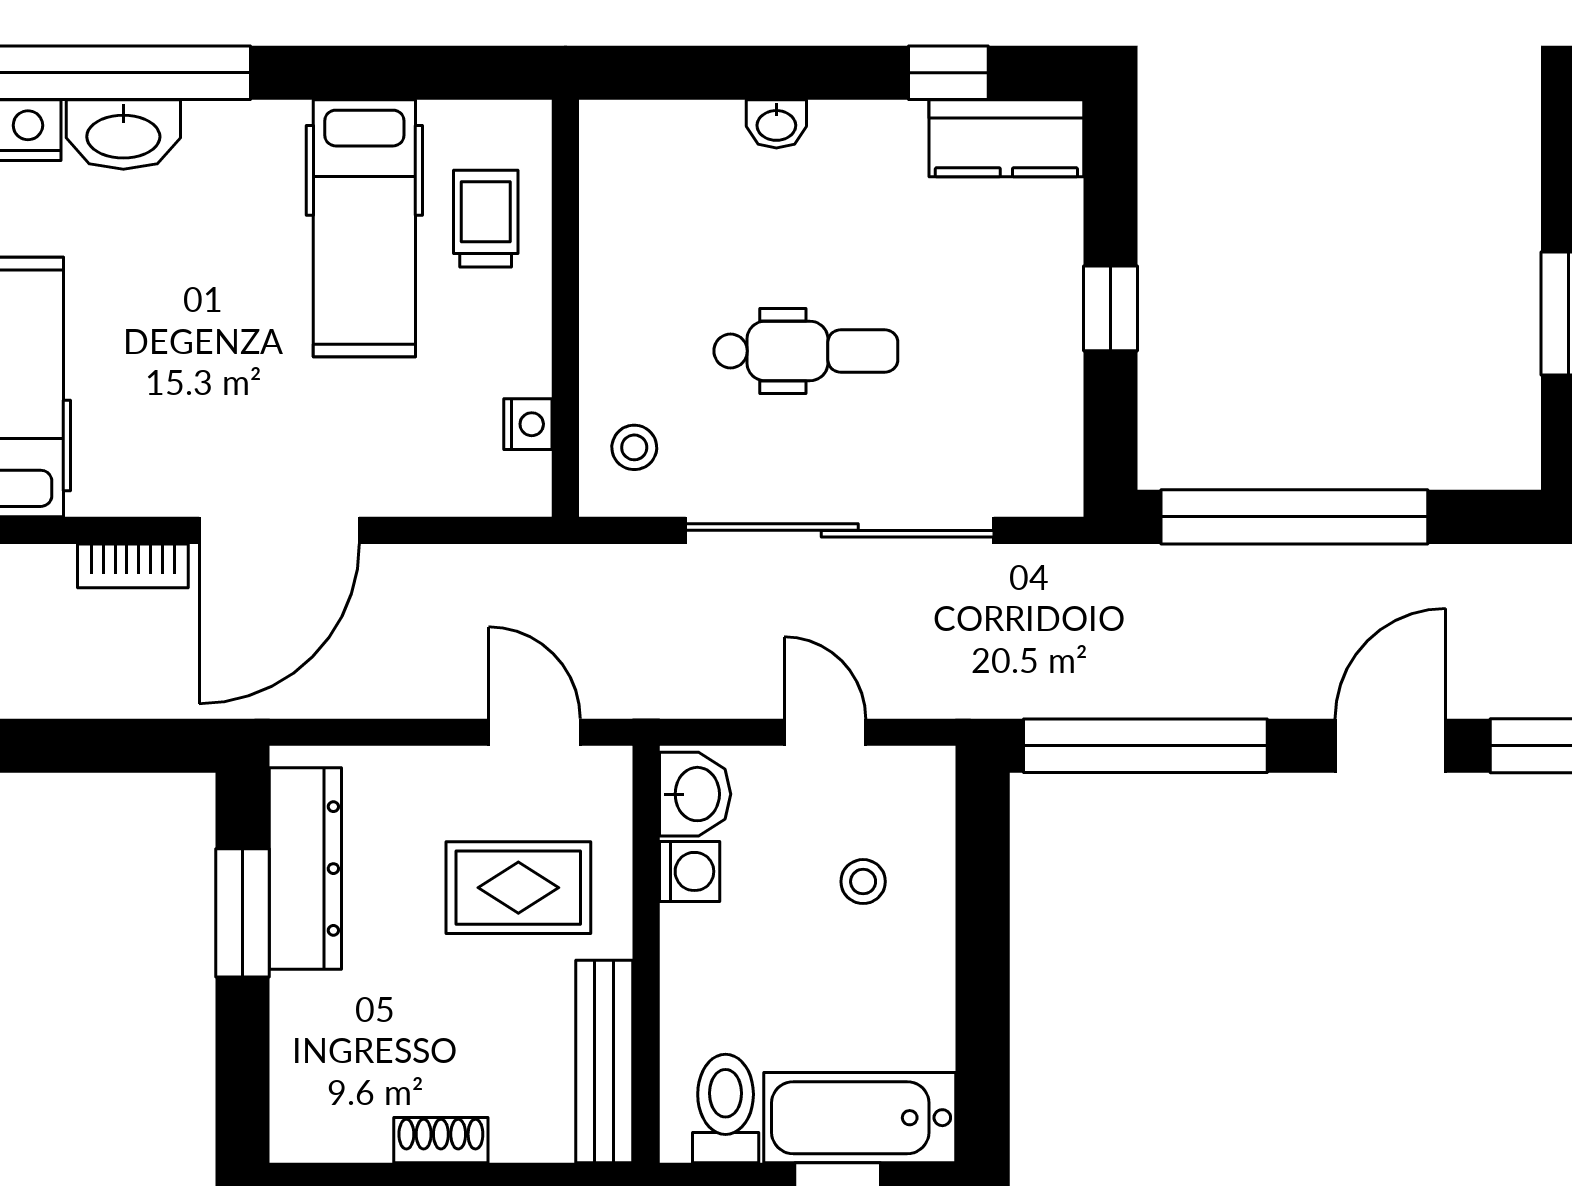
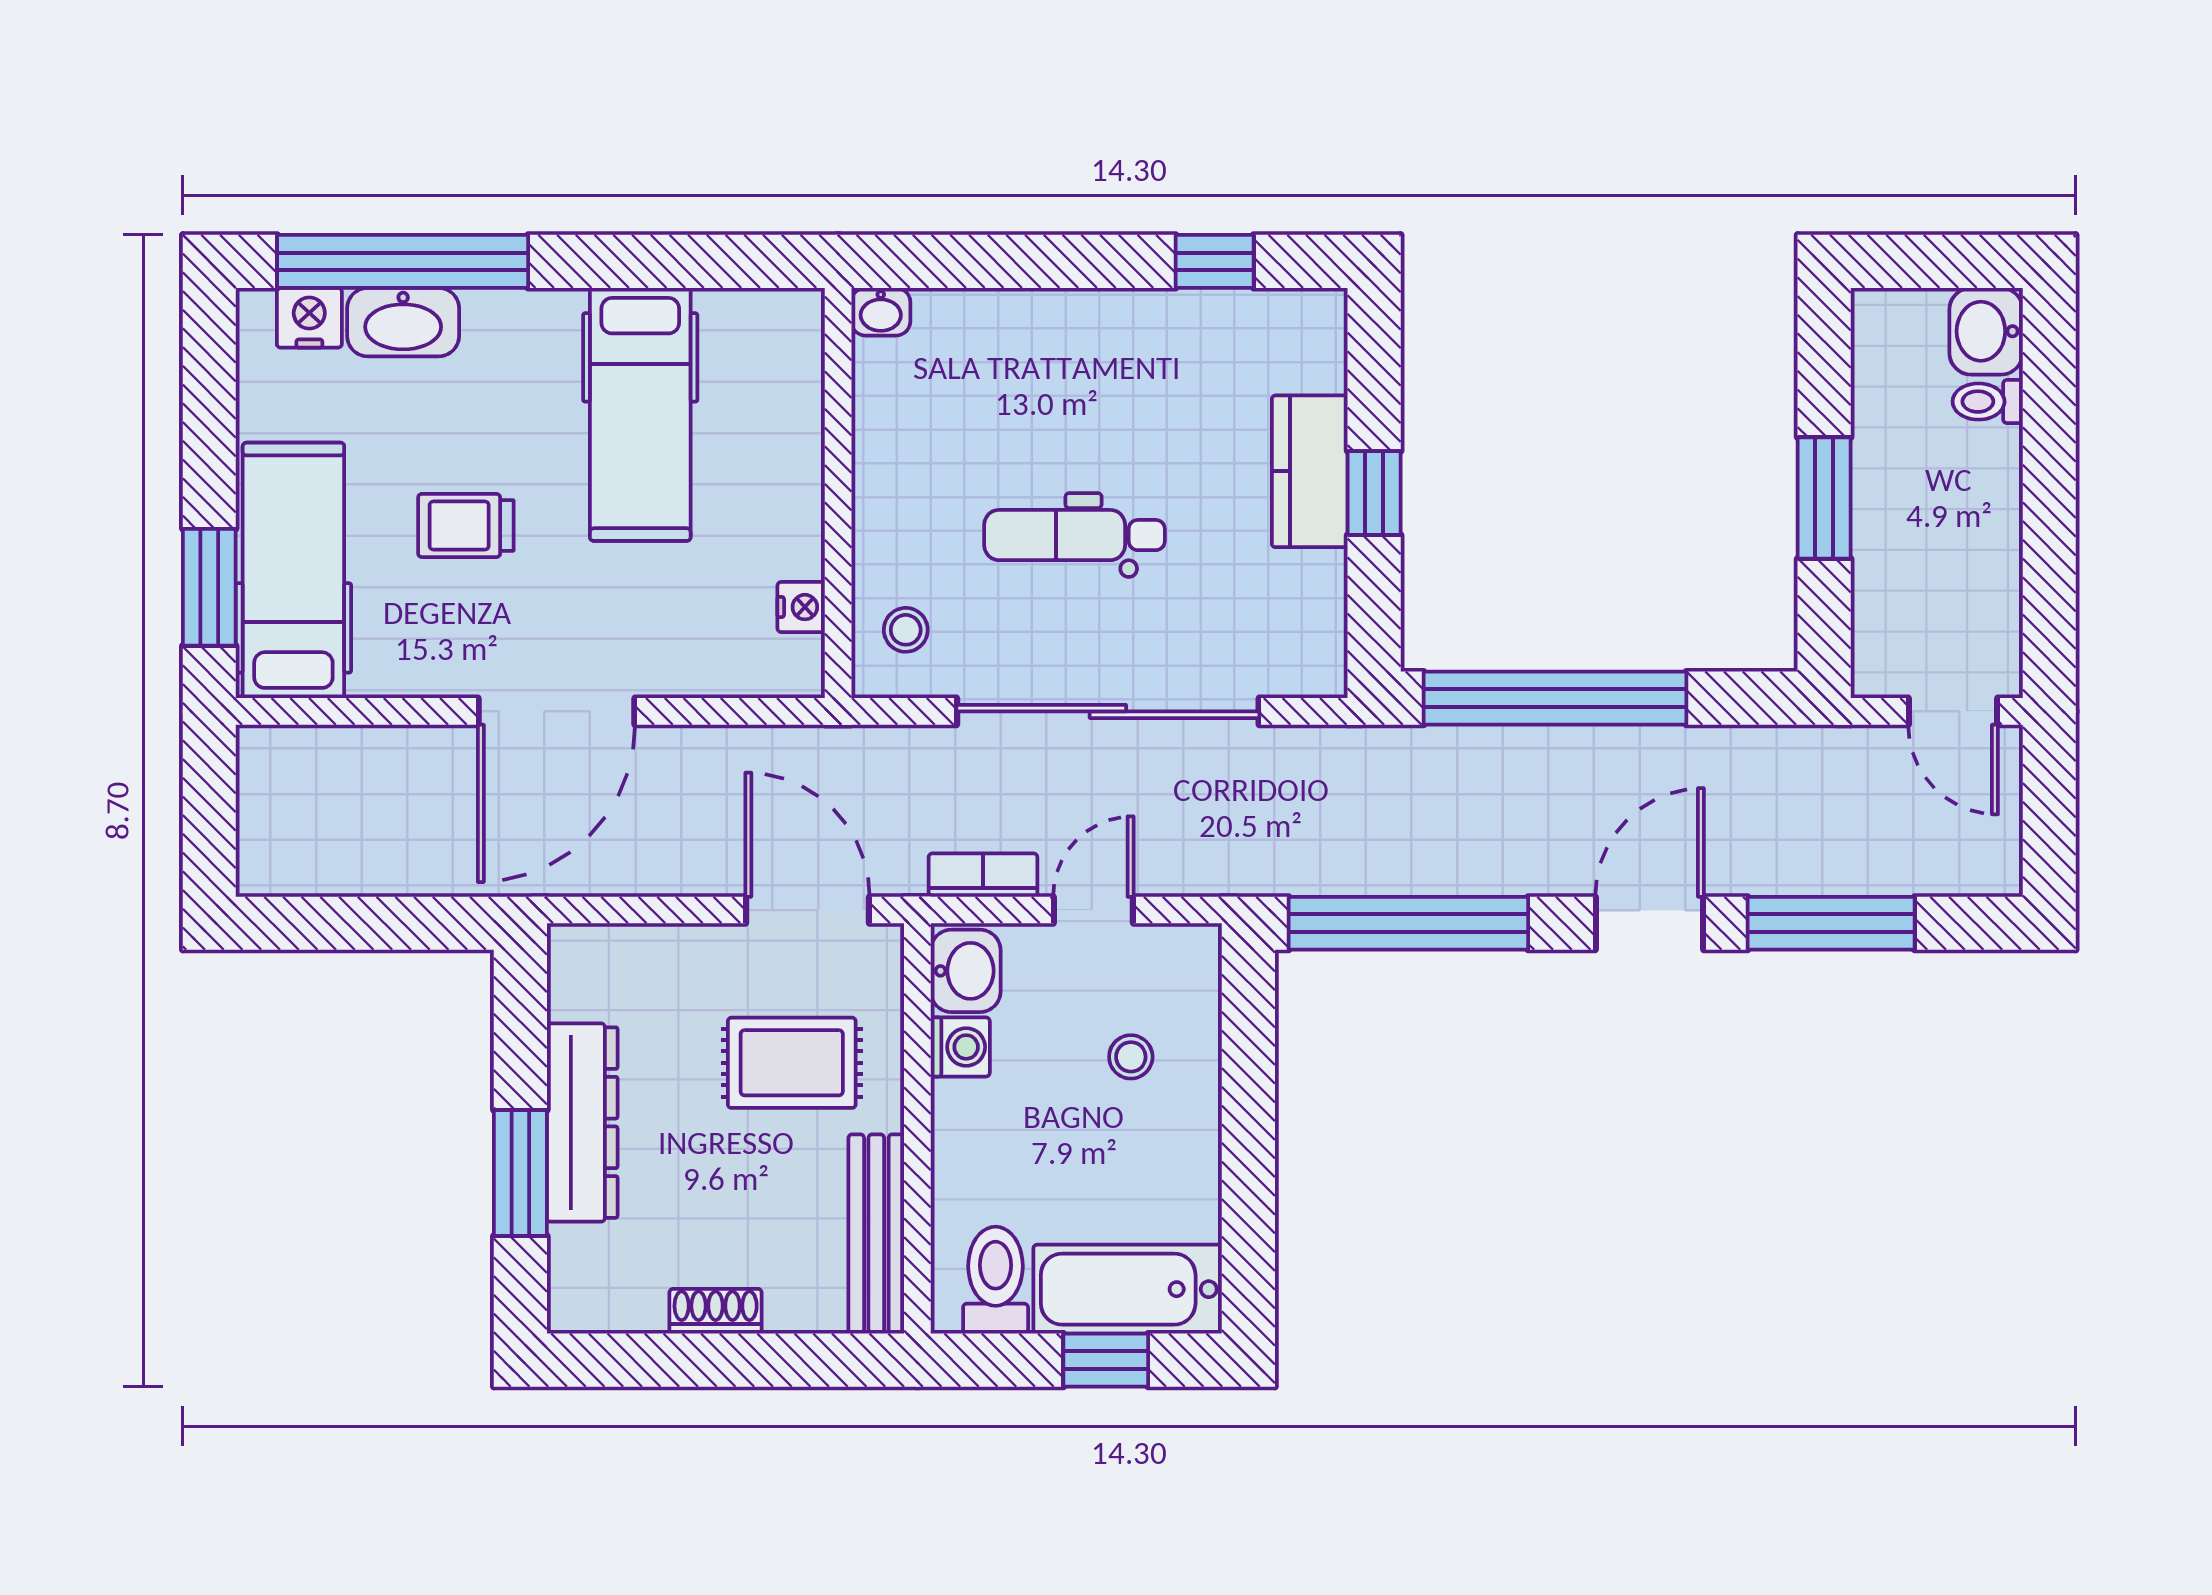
washbasin: (776, 124) -> (881, 312), moved
kitchen counter: (1006, 138) -> (1310, 471), moved, turned 90
trolley: (486, 219) -> (466, 526), moved, turned -90
dental chair: (806, 351) -> (1074, 535), turned 180
bookcase: (133, 566) -> (983, 875), moved, turned 180
door: (534, 732) -> (807, 910), width x1.38
door: (825, 732) -> (1093, 910), hinge flipped
dresser: (305, 869) -> (582, 1123), moved
window: (242, 913) -> (520, 1173), moved

